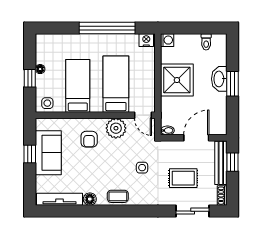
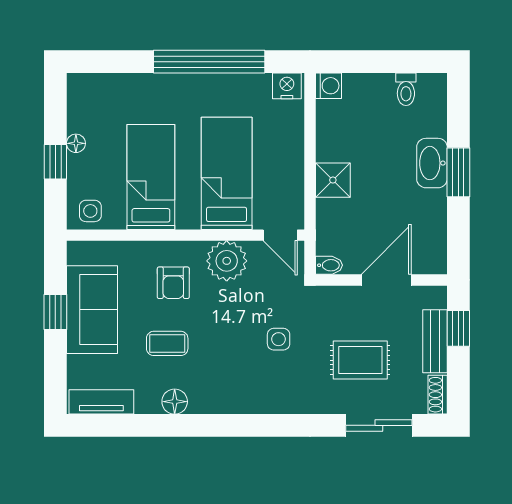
shower: (177, 80) -> (333, 180), width x0.54, depth x0.54
bench: (221, 163) -> (435, 341), width x0.73
coffee table: (118, 196) -> (167, 343), moved
tv unit: (60, 199) -> (101, 402), width x0.71

